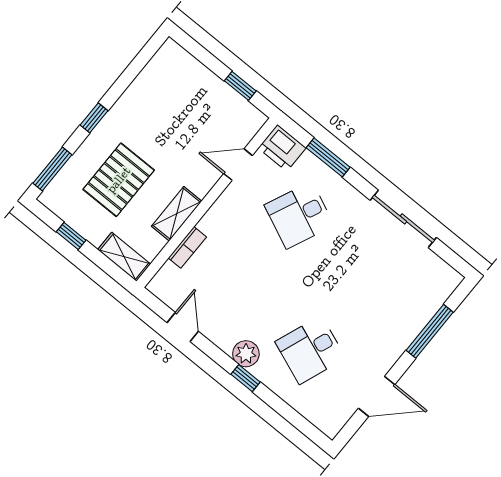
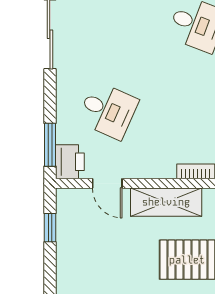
window: (328, 157) -> (50, 145), moved
shelving: (177, 214) -> (166, 202), width x1.50, depth x1.33

